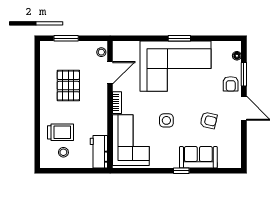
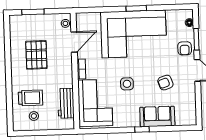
armchair: (209, 120) -> (165, 83), turned 148
workbench: (99, 152) -> (66, 103), moved

